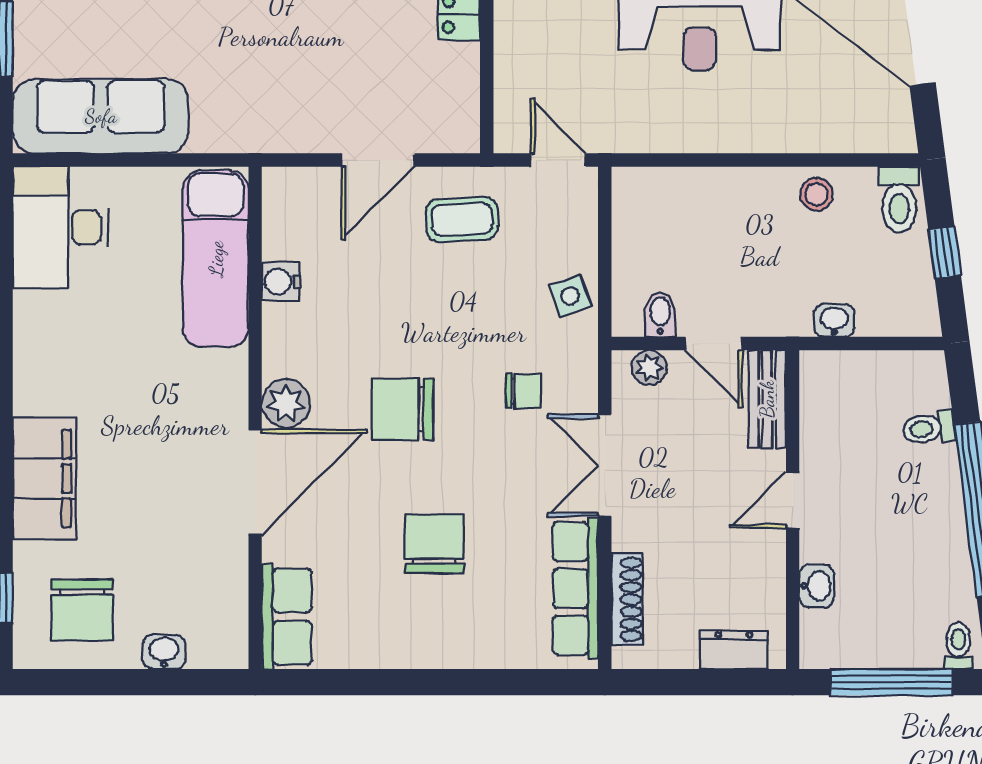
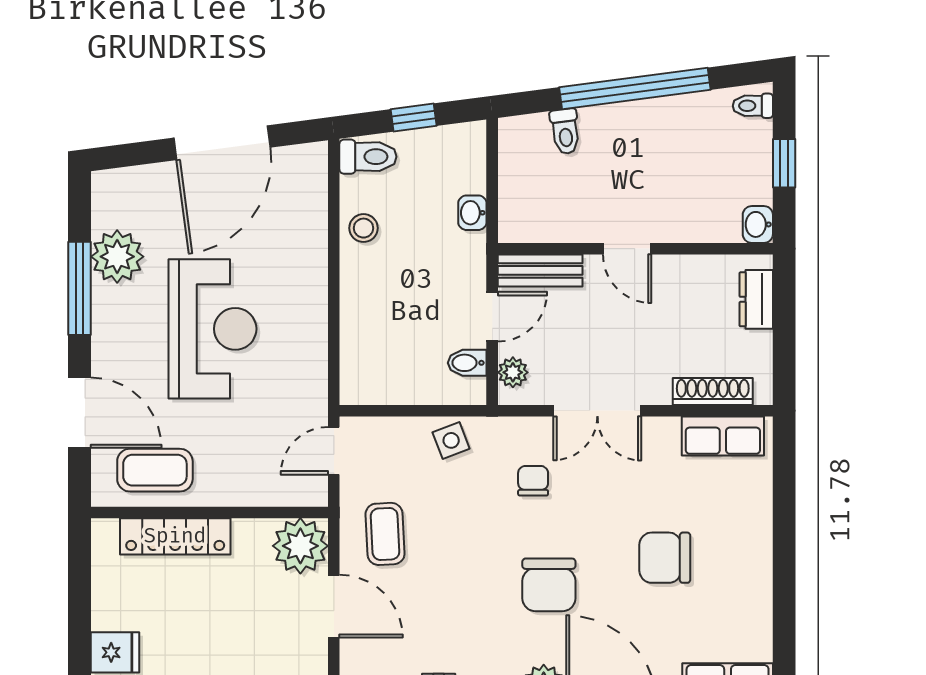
plant: (448, 121) -> (300, 546), added
washbasin: (817, 586) -> (758, 224), moved, turned -90
row of seats: (575, 588) -> (723, 436), width x0.68
window: (892, 682) -> (784, 163), width x0.46

